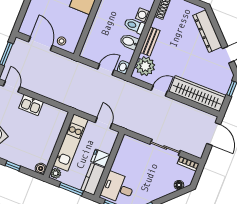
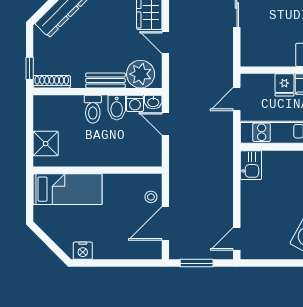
washing machine: (143, 15) -> (135, 103), moved
kitchen sink: (31, 105) -> (251, 165), moved

